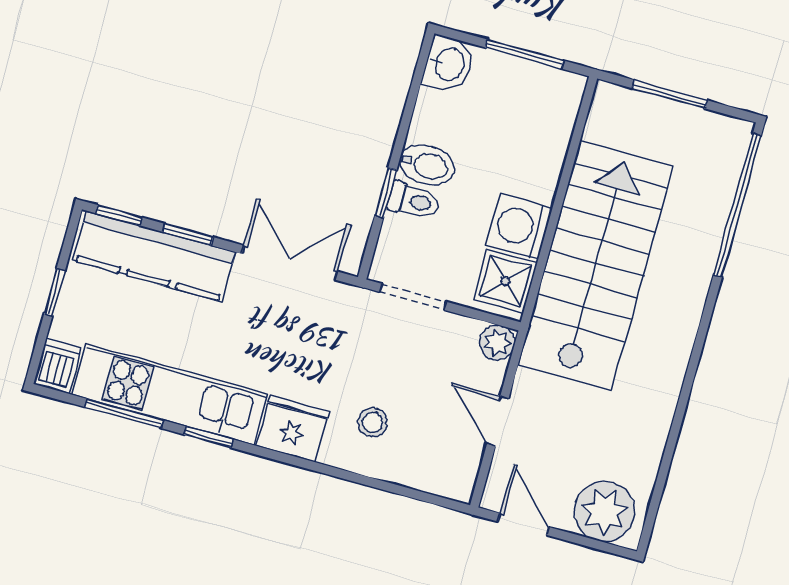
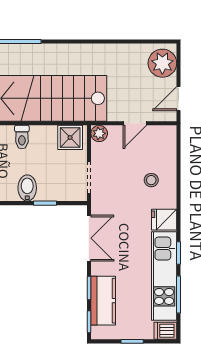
toilet: (414, 201) -> (22, 137), moved, turned 180
washing machine: (519, 227) -> (43, 138), removed
kitchen counter: (154, 256) -> (103, 301), width x0.67
double door: (289, 263) -> (89, 238), swing flipped
fridge: (293, 429) -> (164, 220), width x0.72

